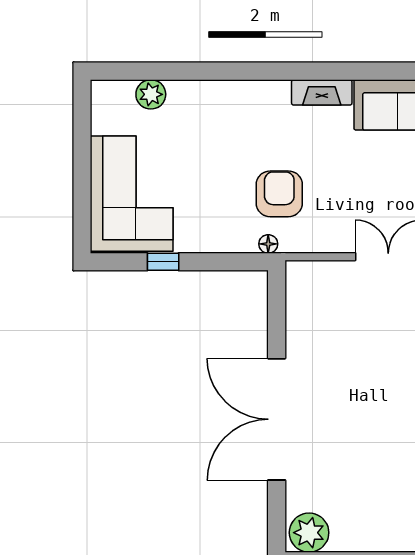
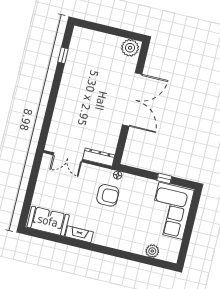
armchair: (279, 194) -> (108, 195), turned -90
dresser: (320, 274) -> (99, 157), added

